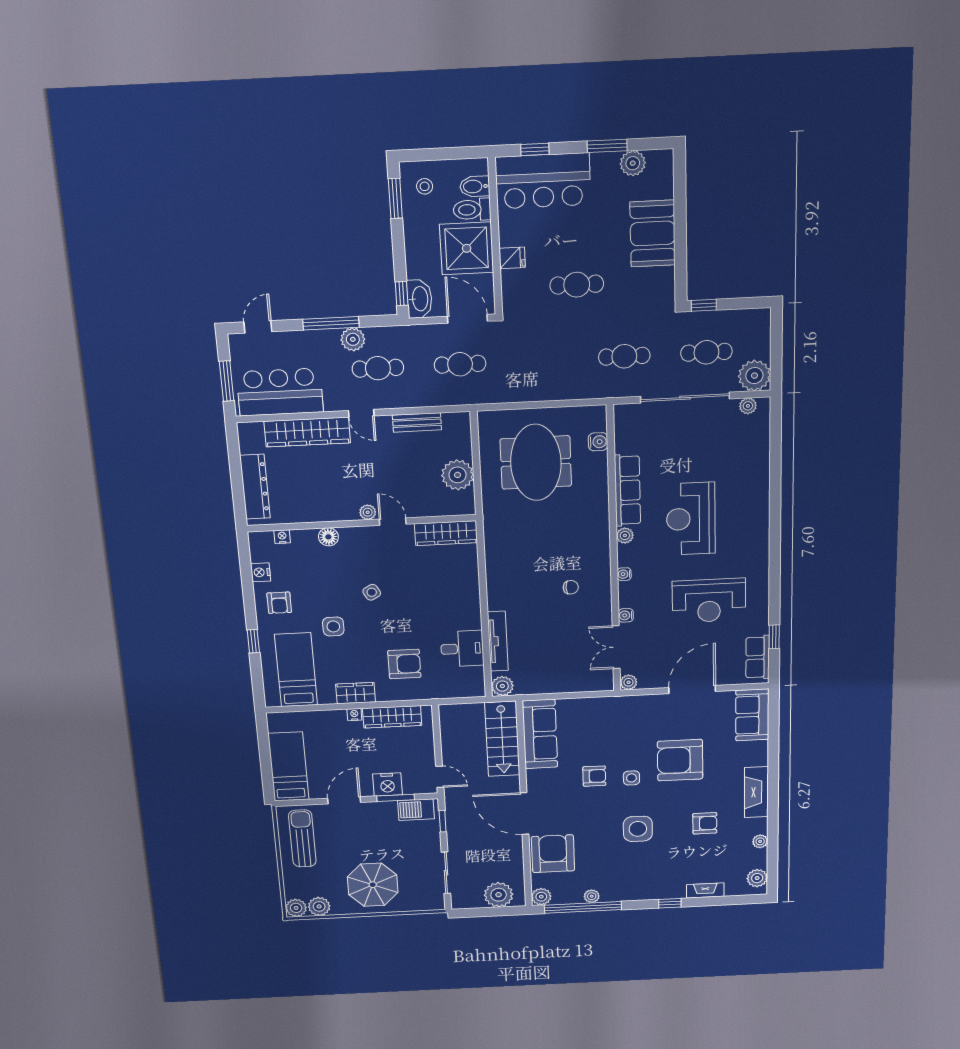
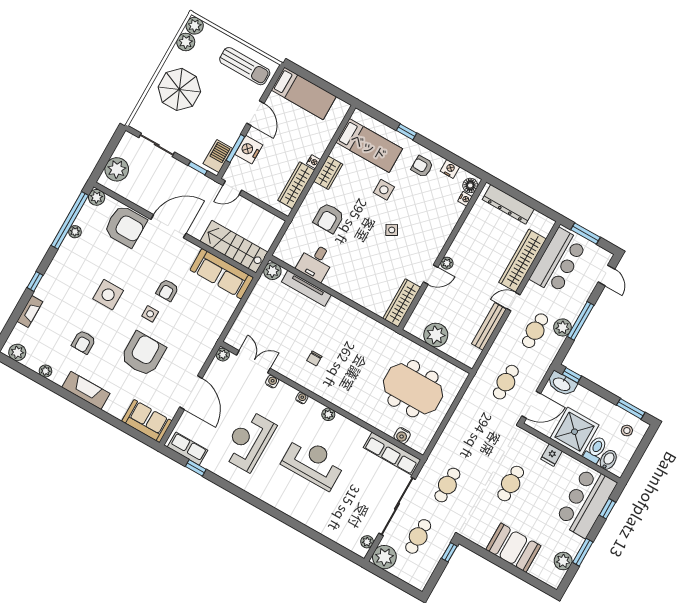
bench: (417, 422) -> (489, 326), width x1.36
row of seats: (627, 490) -> (392, 454), moved
floor lamp: (328, 537) -> (470, 185), moved

